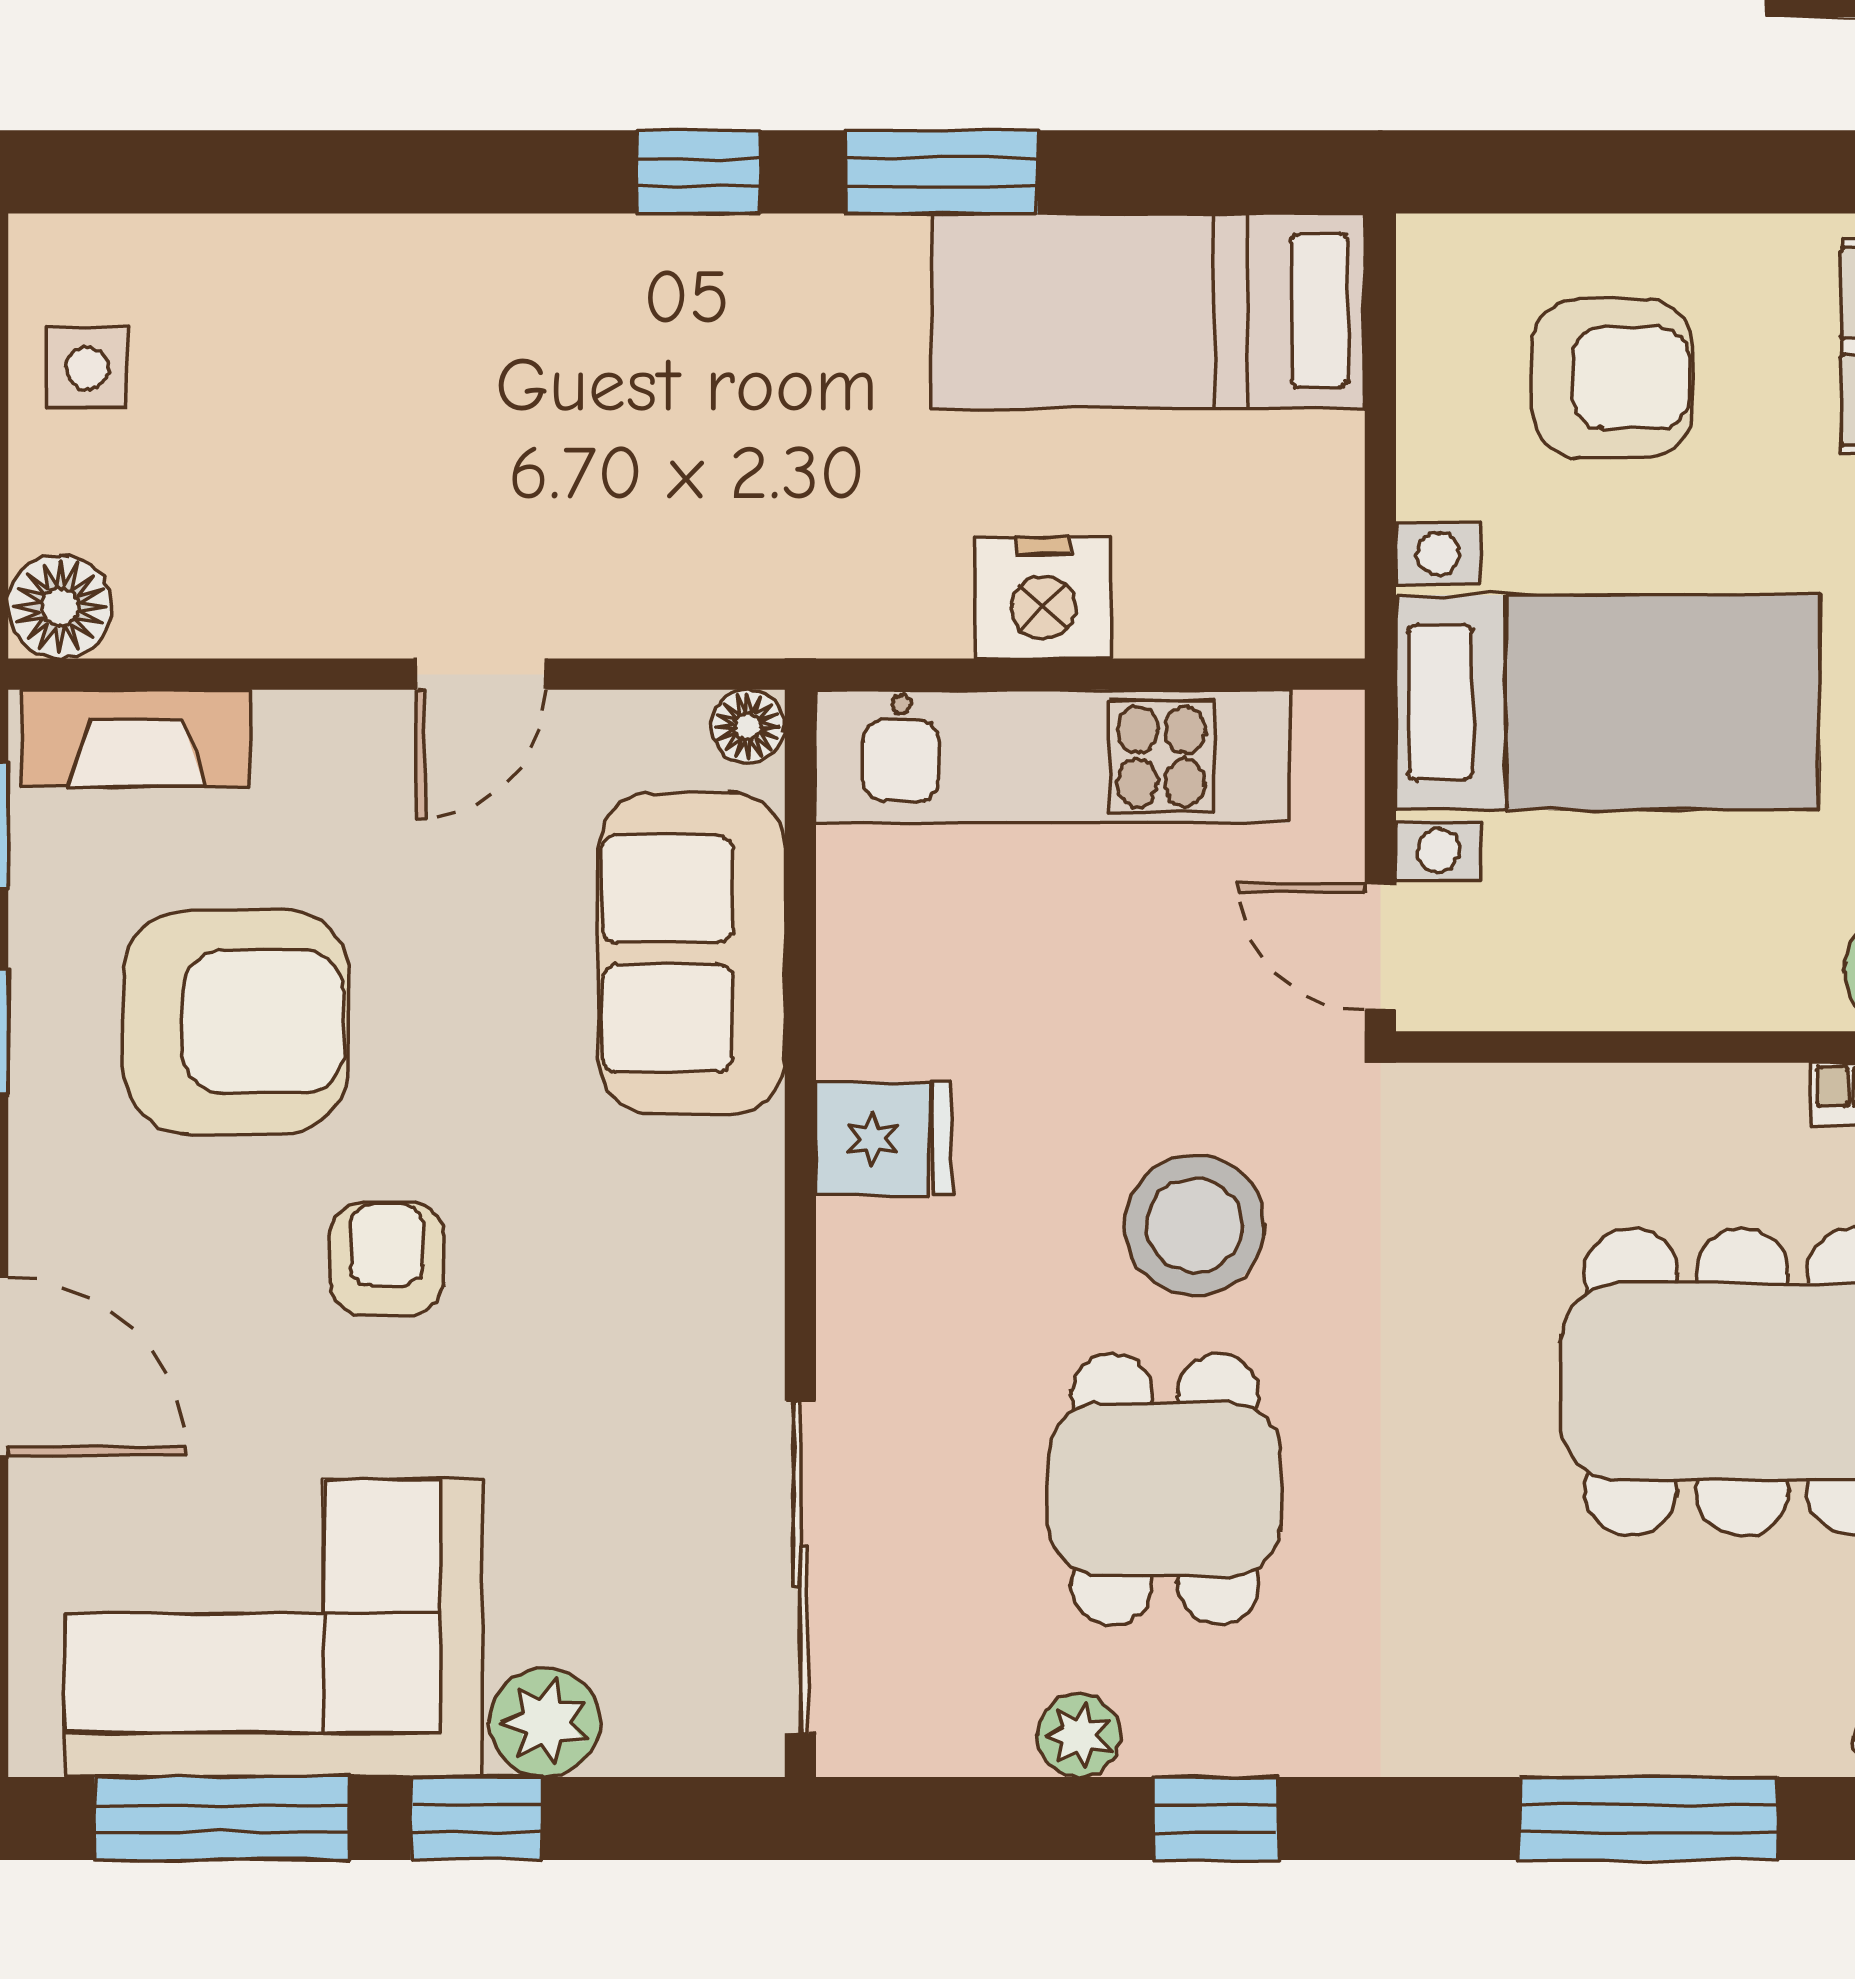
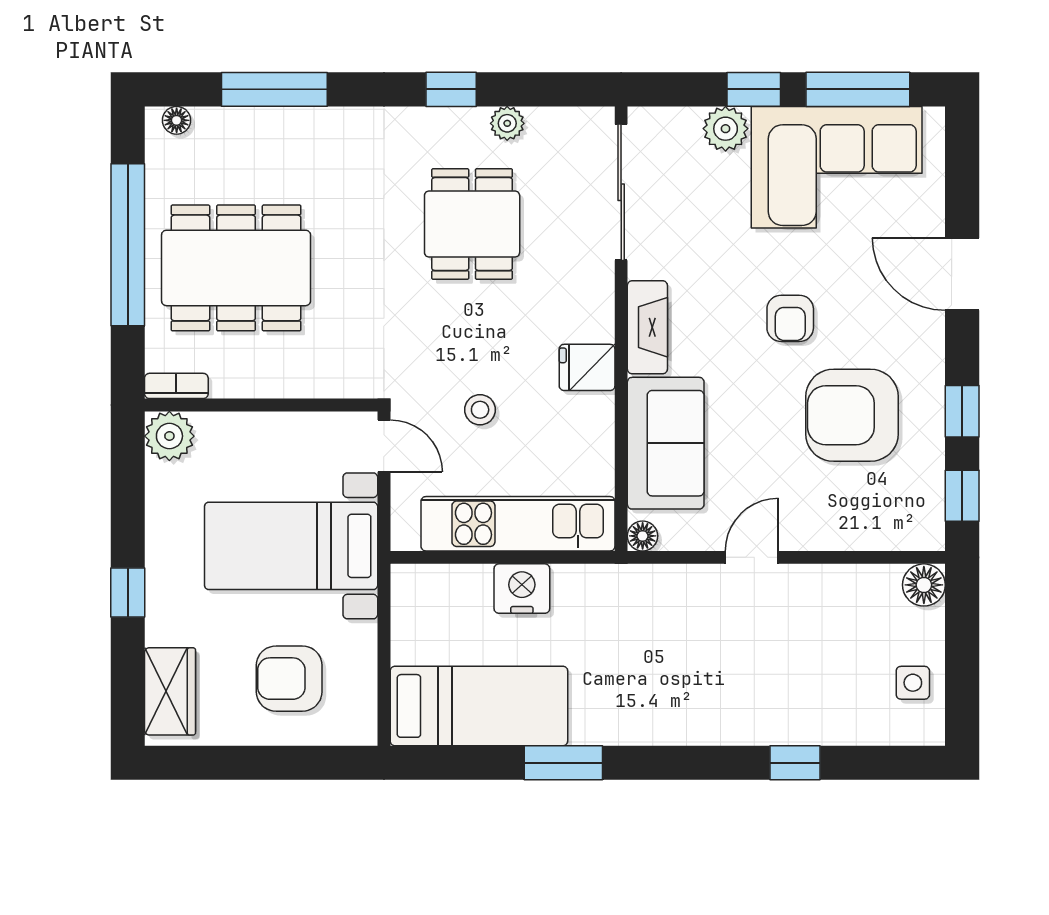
window: (699, 172) -> (795, 763), moved
fireplace: (136, 738) -> (647, 327), moved, turned 90
stool: (1195, 1225) -> (480, 410), moved, width x0.53, depth x0.53

